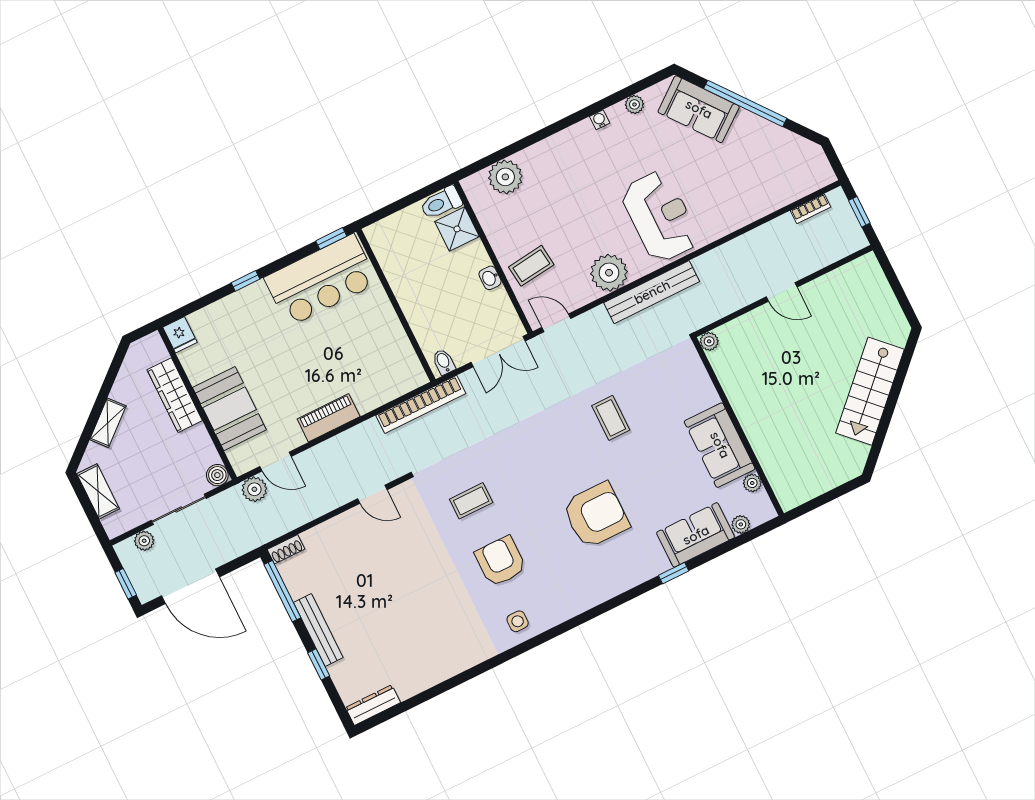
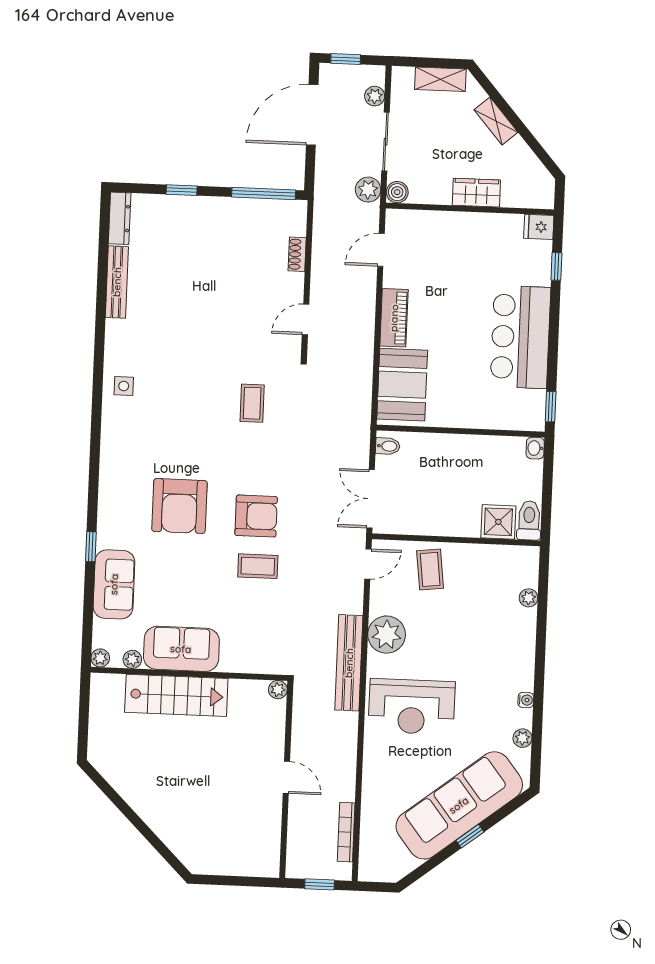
window: (745, 103) -> (470, 836), width x0.32
sofa: (699, 109) -> (459, 805), width x1.85, depth x1.27
plant: (505, 177) -> (529, 598), width x0.53, depth x0.53
bookcase: (811, 209) -> (346, 832), width x1.56
washbasin: (490, 278) -> (535, 448), moved, turned -90
bar counter: (321, 280) -> (520, 337), moved
window: (246, 281) -> (556, 266), moved
door: (782, 292) -> (286, 777), swing flipped
stairs: (870, 391) -> (176, 695), moved, turned 135
wardrobe: (175, 395) -> (476, 193), width x0.67
bookcase: (421, 404) -> (361, 405), removed
booth: (229, 409) -> (402, 385), moved, turned 90
plant: (254, 489) -> (368, 190), moved
plant: (741, 524) -> (100, 658), moved
shoe rack: (286, 549) -> (297, 254), moved
armchair: (501, 561) -> (256, 516), moved
bench: (318, 630) -> (117, 282), moved, turned 90

